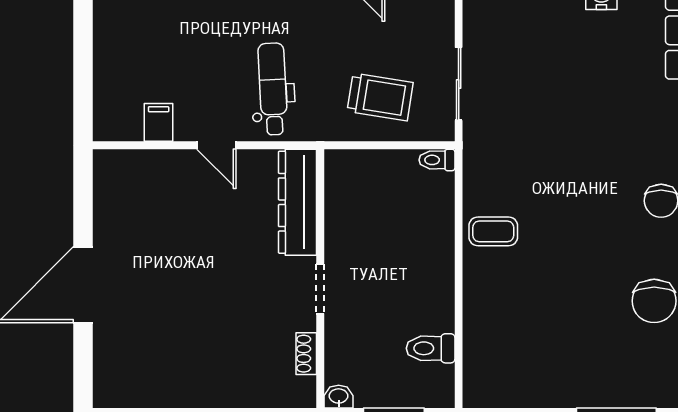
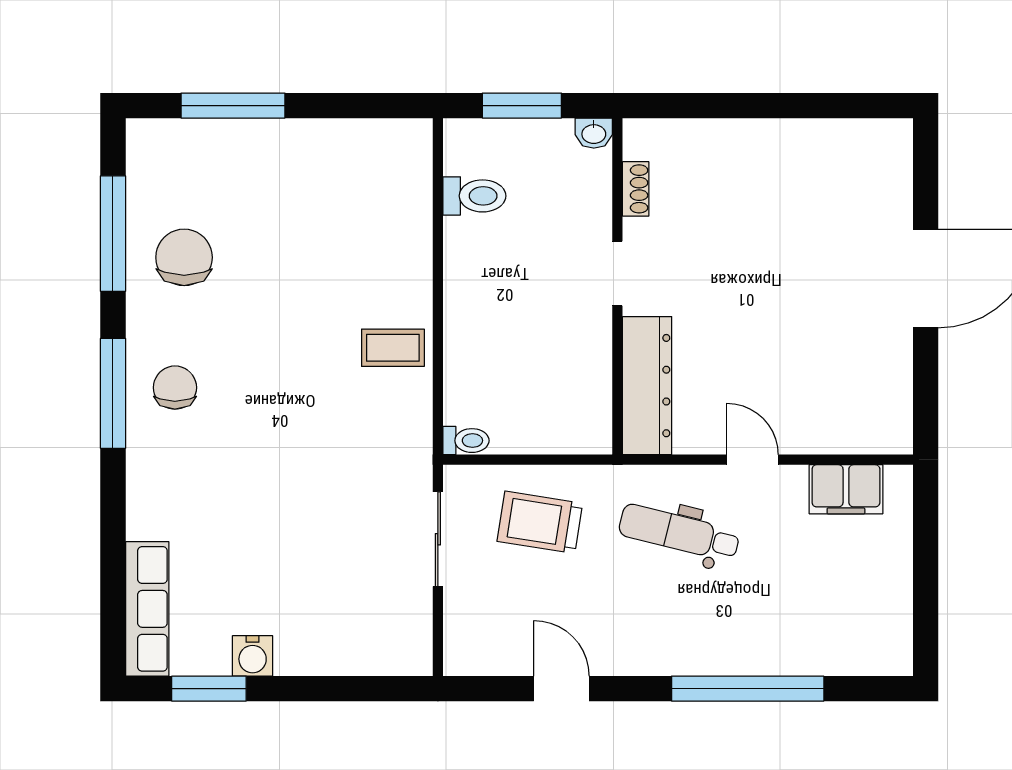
dental chair: (273, 89) -> (679, 533), turned 107
filing cabinet: (159, 122) -> (846, 489), width x2.00

